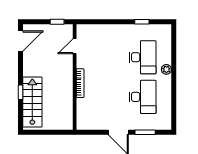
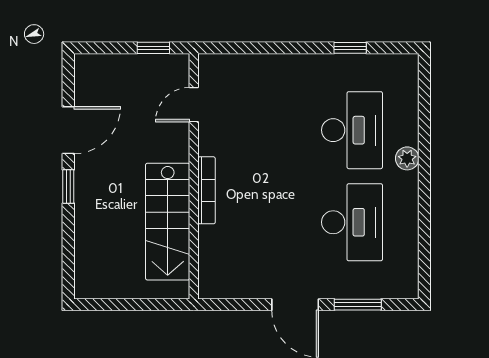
door: (20, 41) -> (68, 130), moved
window: (20, 92) -> (68, 186), moved
stairs: (32, 102) -> (168, 222), moved, turned 180

